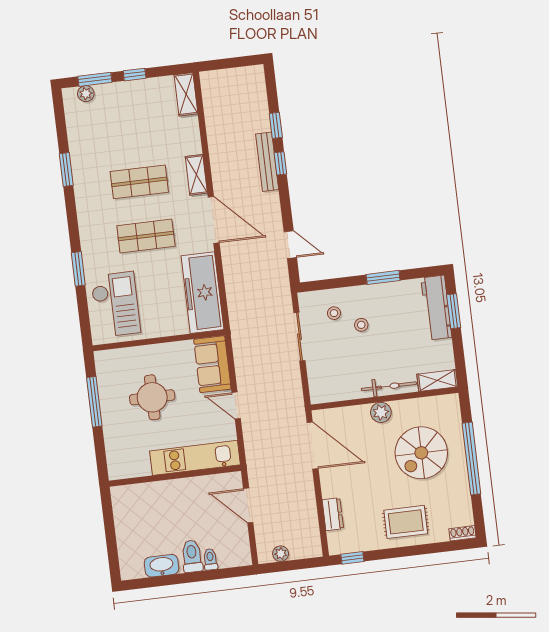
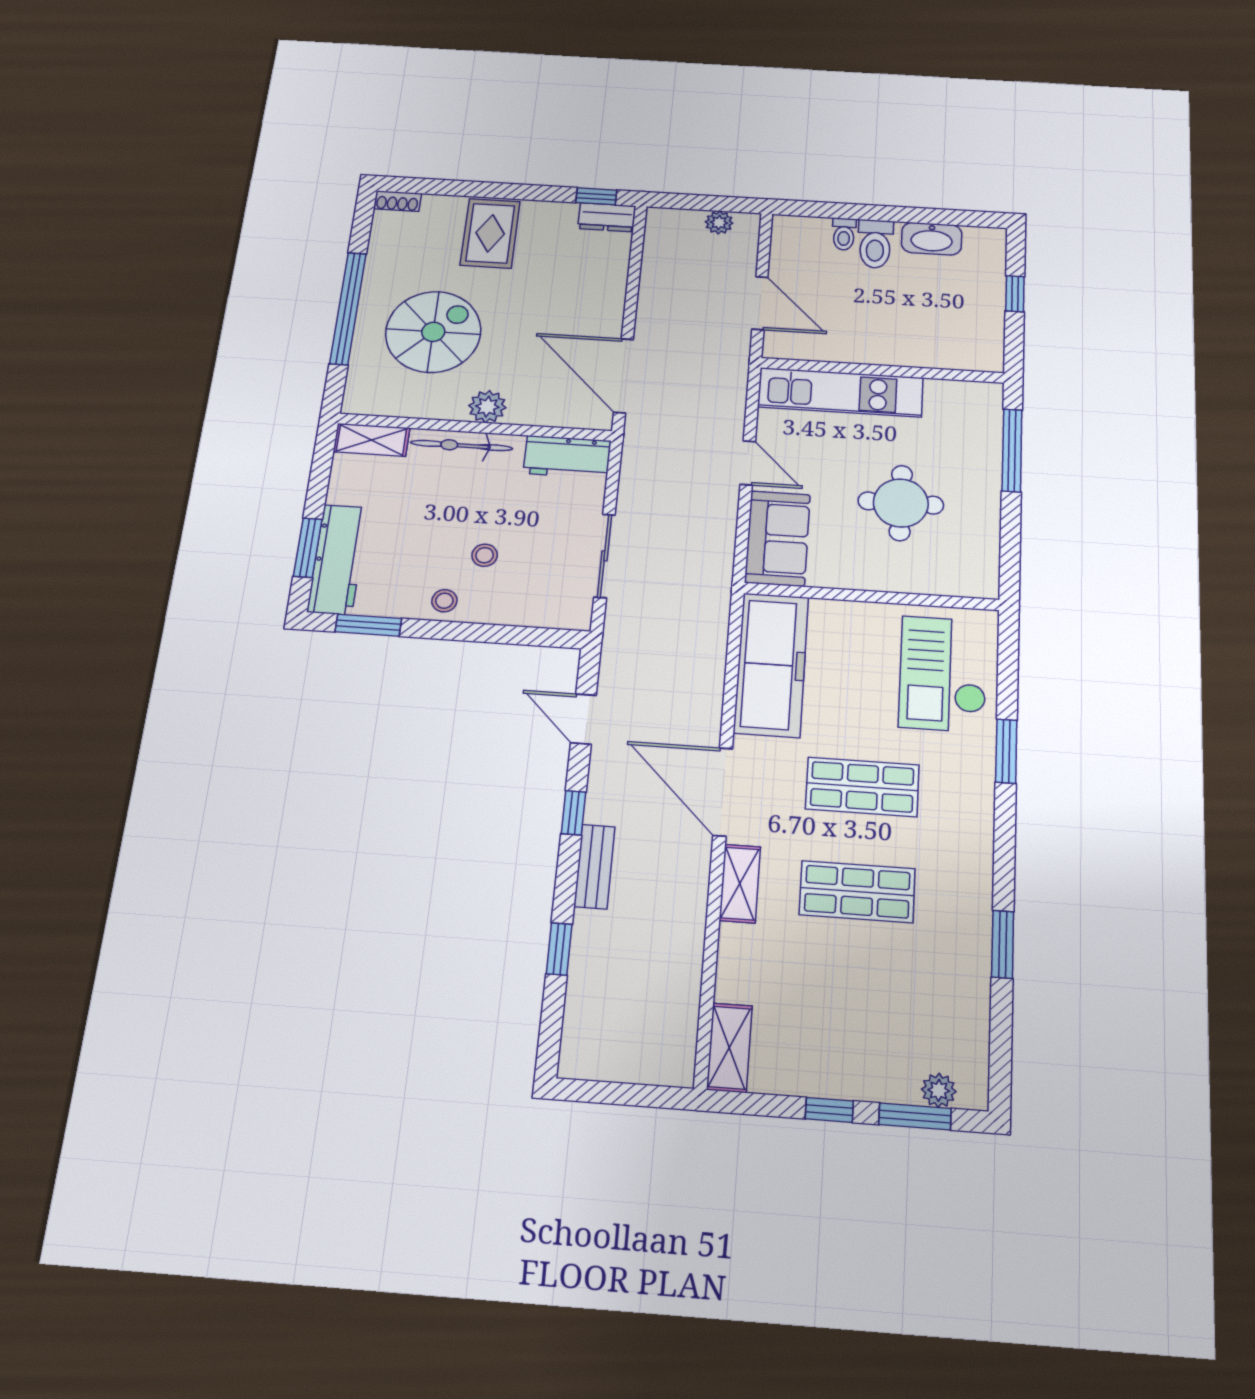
bench: (267, 162) -> (594, 867), width x0.73
window: (280, 163) -> (574, 813), moved
window: (383, 277) -> (368, 625), moved
stool: (334, 313) -> (444, 601), moved
workbench: (332, 390) -> (567, 457), added
window: (94, 402) -> (1012, 450), moved
dresser: (333, 514) -> (607, 217), moved, turned -90
rug: (406, 522) -> (490, 233), turned 90
window: (111, 538) -> (1015, 294), added

